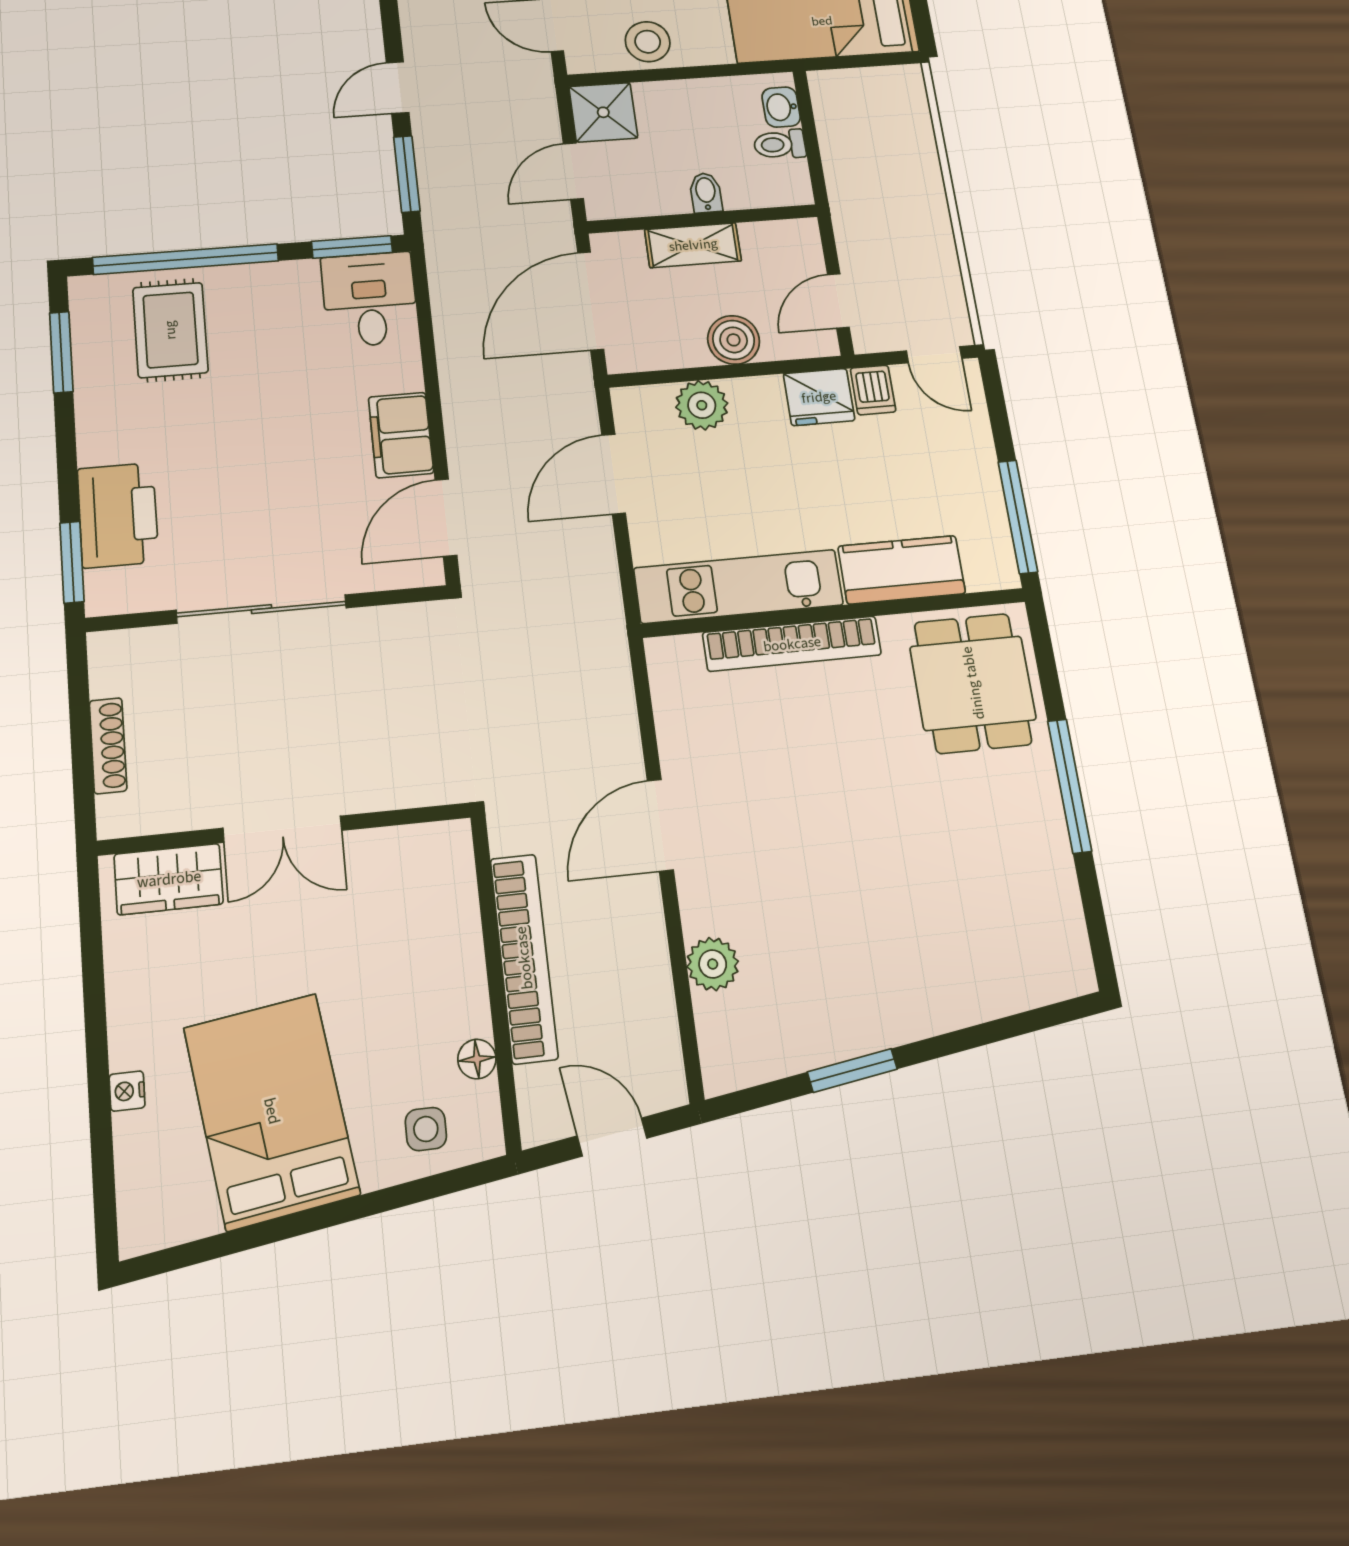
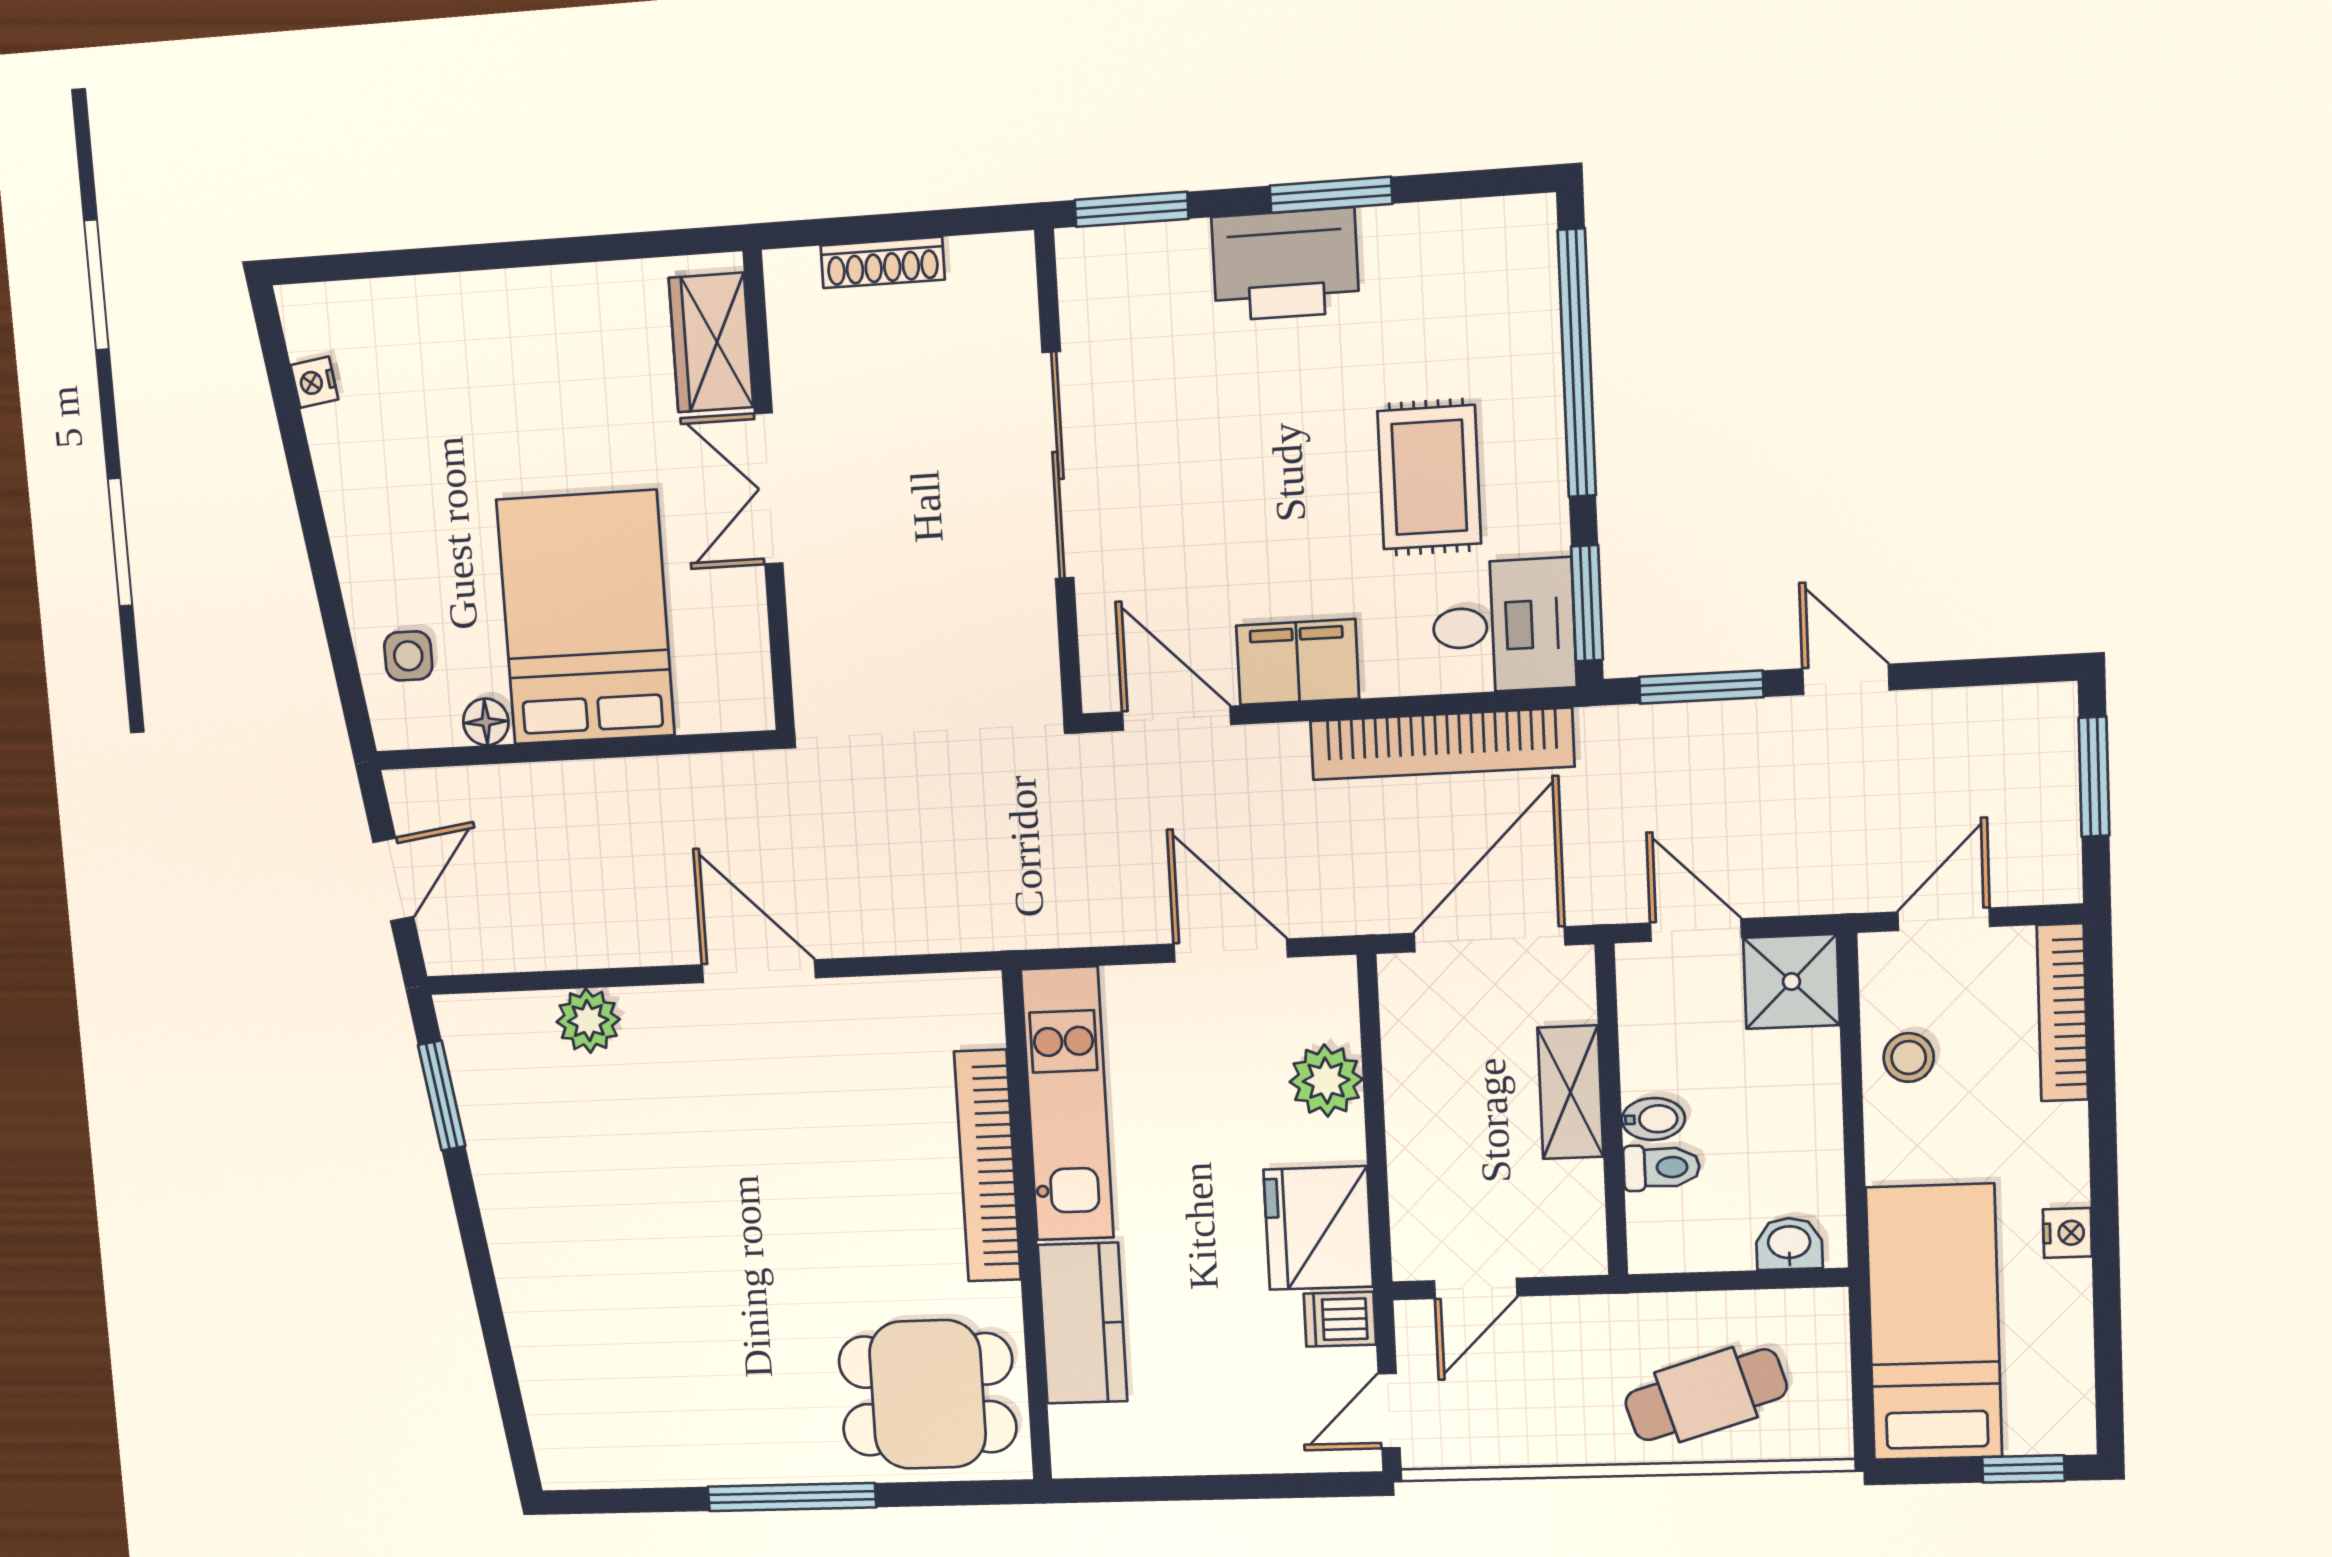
stool: (648, 42) -> (1909, 1057), width x0.73, depth x0.73
toilet: (780, 144) -> (1661, 1167), moved, turned 90
cafe table: (892, 153) -> (1706, 1395), added
door: (591, 301) -> (1489, 939), hinge flipped
door: (838, 301) -> (1476, 1288), swing flipped
rug: (170, 330) -> (1429, 477), moved, turned 90
boiler: (734, 340) -> (1422, 1135), removed
window: (61, 352) -> (1331, 195), moved
fridge: (819, 397) -> (1318, 1228), width x1.36, depth x1.34
printer: (118, 515) -> (1285, 264), moved
window: (1018, 517) -> (1151, 1489), removed
bookcase: (524, 958) -> (1442, 744), moved
window: (852, 1071) -> (442, 1096), moved
nightstand: (127, 1091) -> (314, 382), moved, turned -98
bed: (272, 1111) -> (585, 618), moved, turned -82

